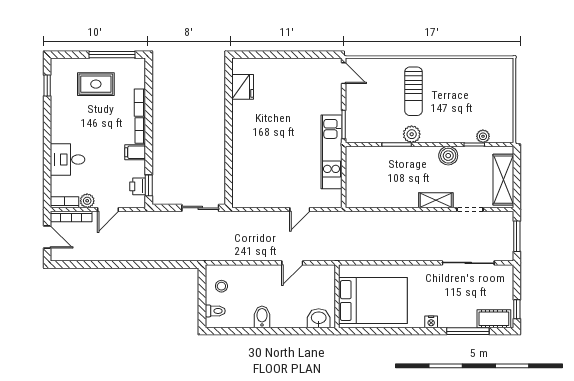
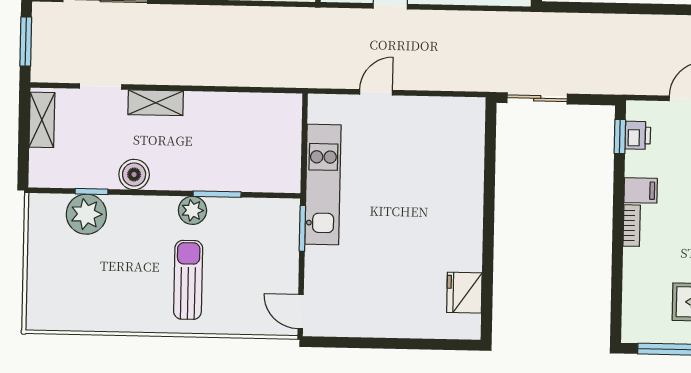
bookcase: (140, 103) -> (631, 271), removed
plant: (483, 136) -> (86, 214), width x1.87, depth x1.87
shelving: (503, 180) -> (42, 120), width x0.67, depth x0.75

